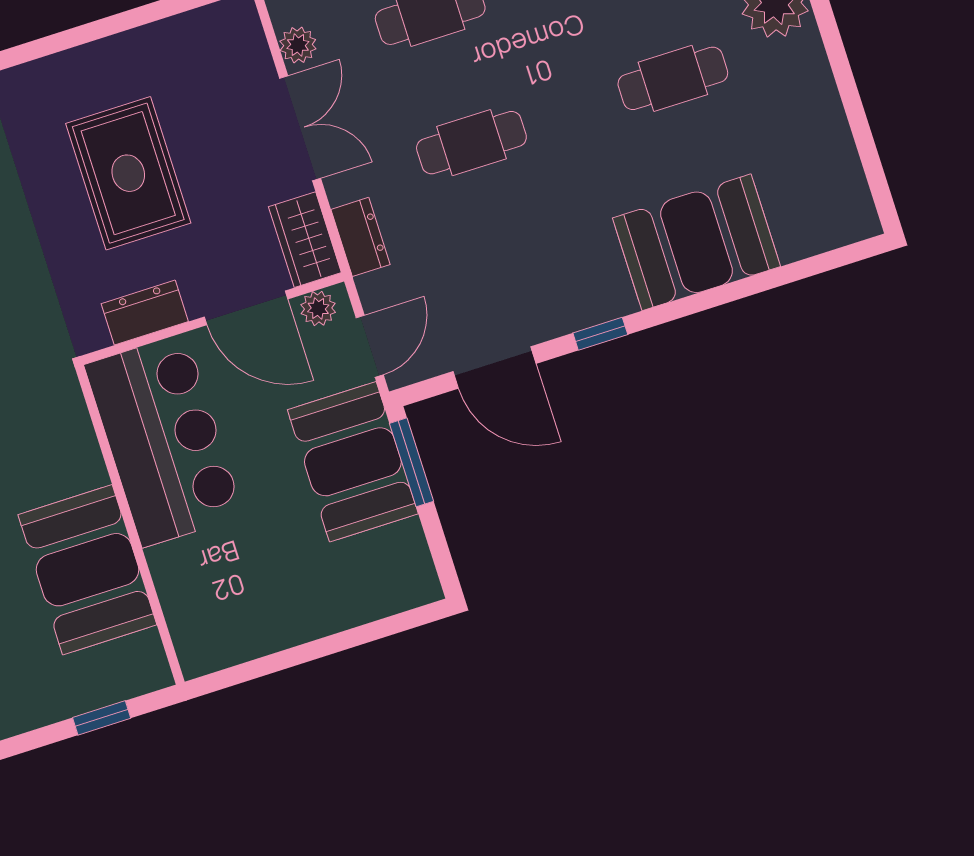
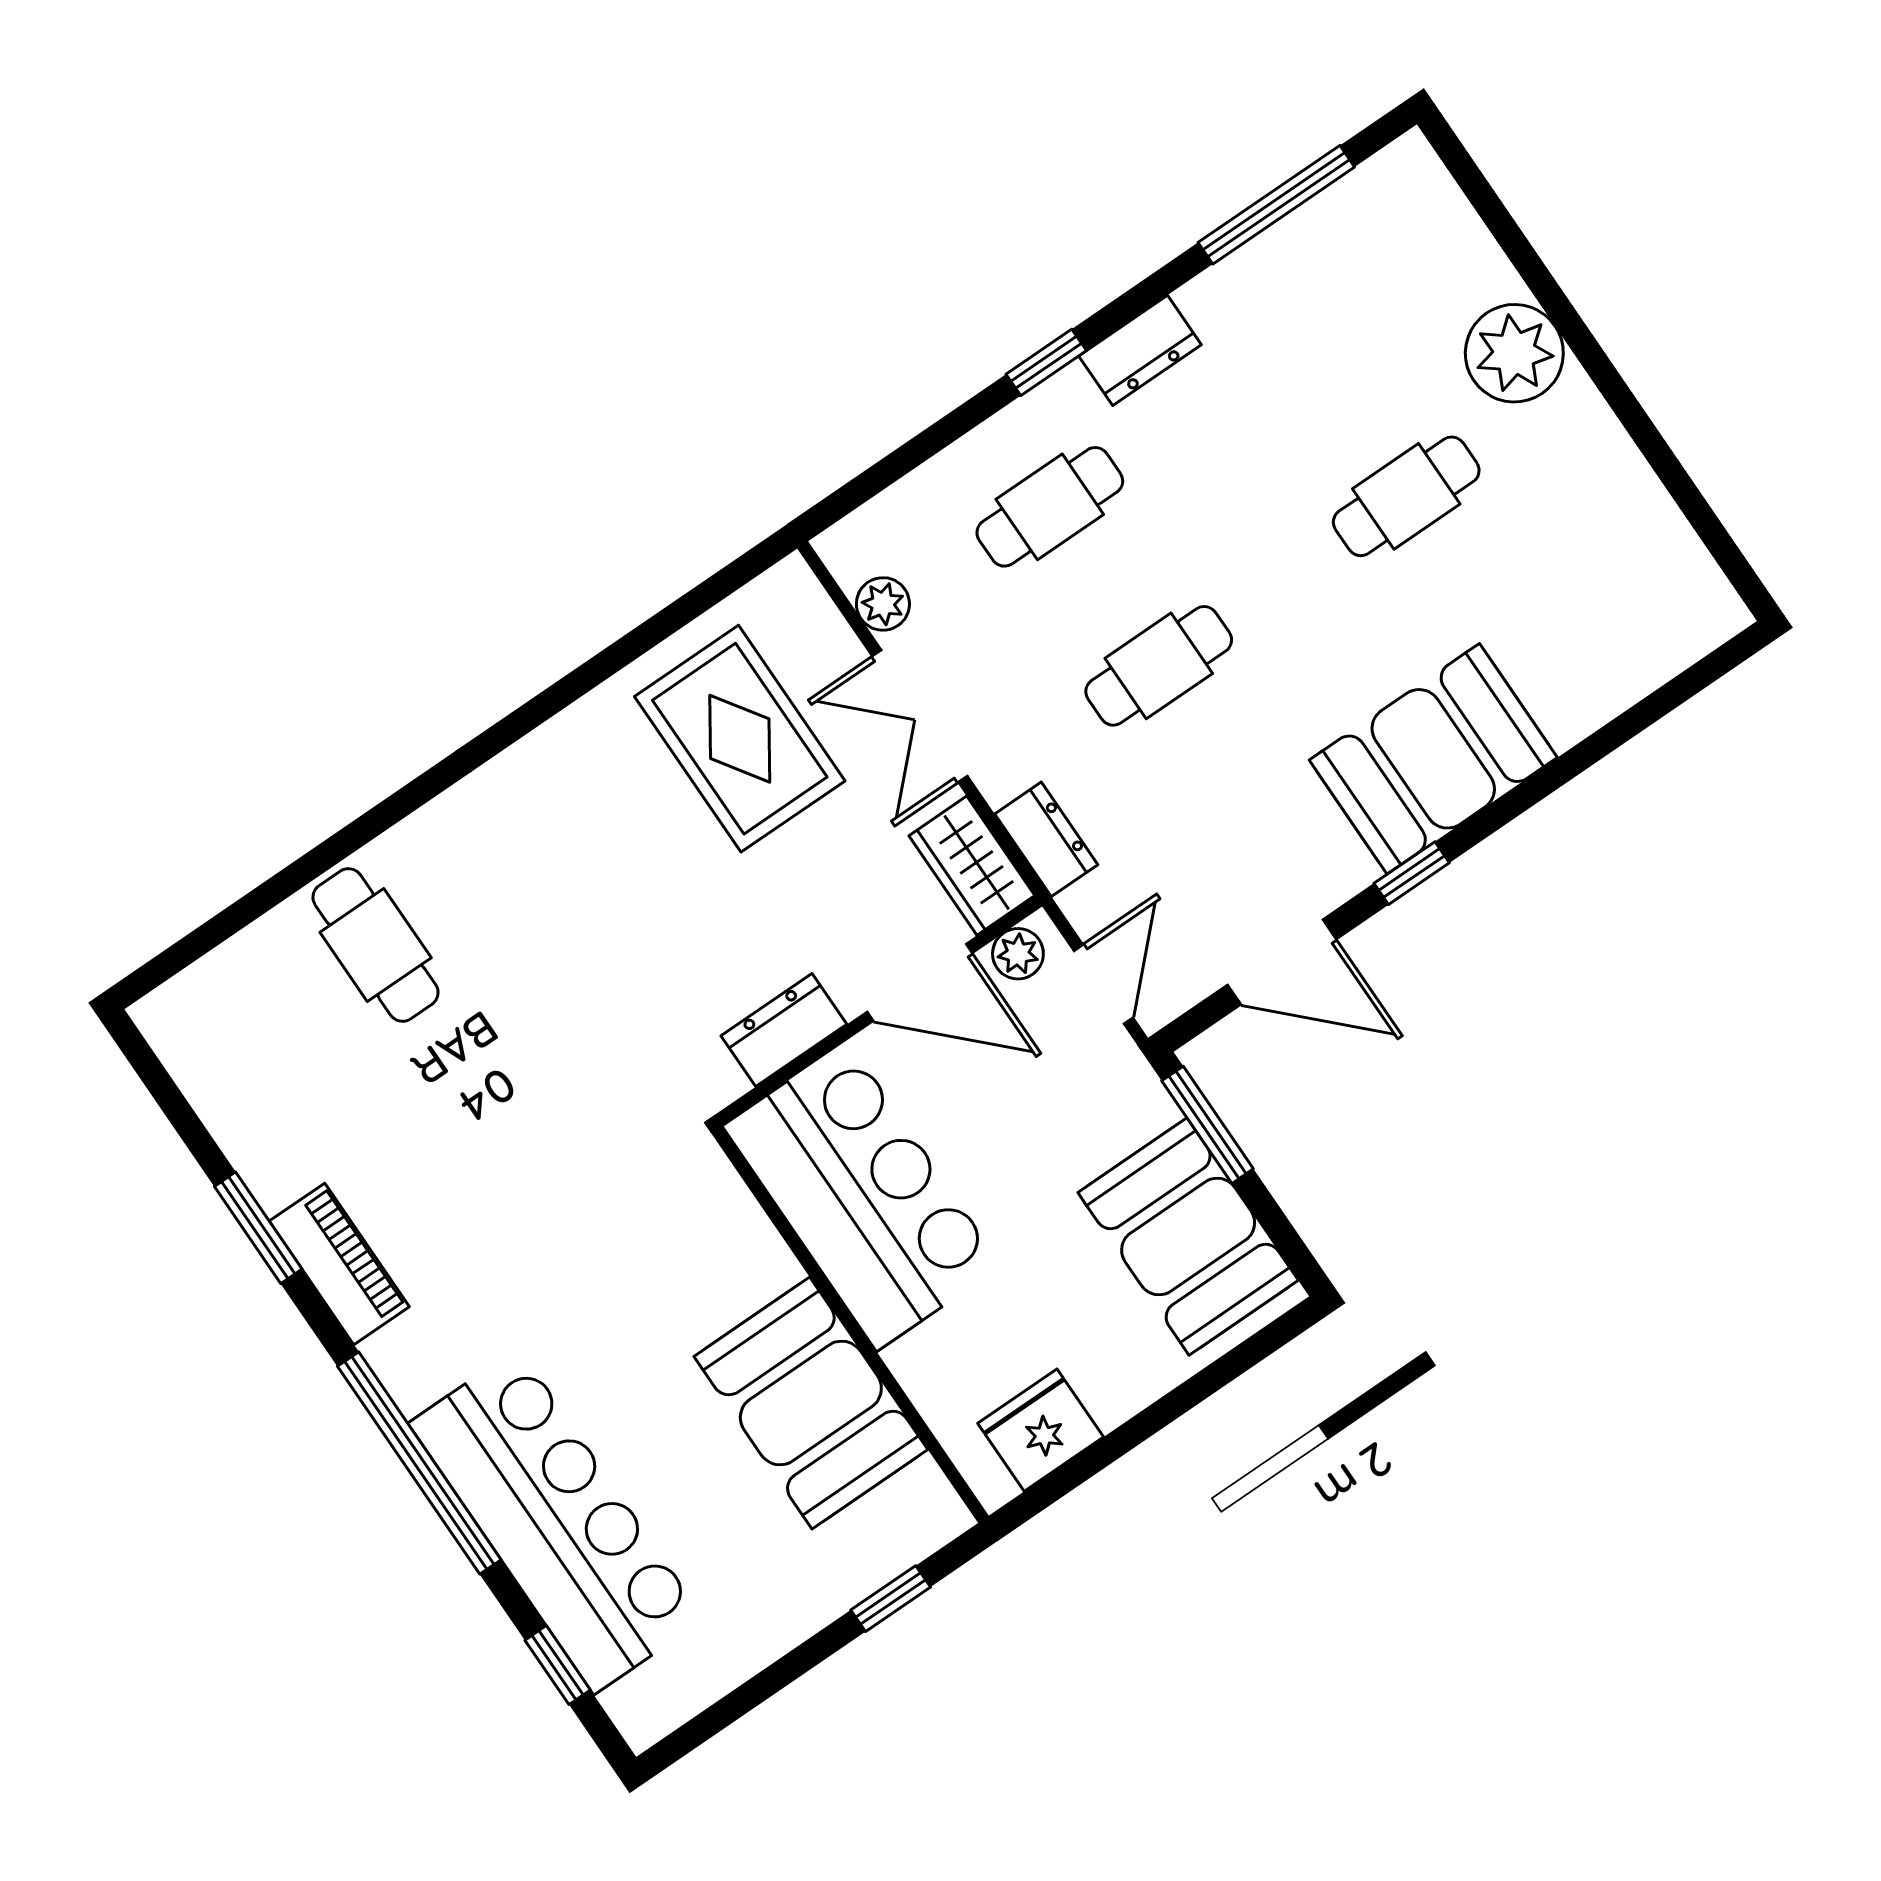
double door: (300, 128) -> (920, 716), swing flipped
rug: (128, 173) -> (740, 739), moved
booth: (696, 242) -> (1433, 759), moved
booth: (353, 462) -> (1188, 1236), moved
fridge: (237, 635) -> (1041, 1430), added

